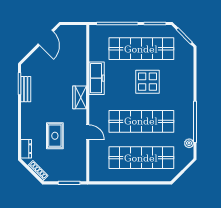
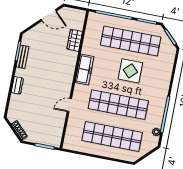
door: (46, 38) -> (49, 15), hinge flipped
freezer: (97, 78) -> (84, 69), moved
wardrobe: (80, 97) -> (75, 40), moved
door: (88, 132) -> (69, 105), swing flipped
rug: (55, 136) -> (40, 103), removed
dresser: (26, 149) -> (17, 85), moved

